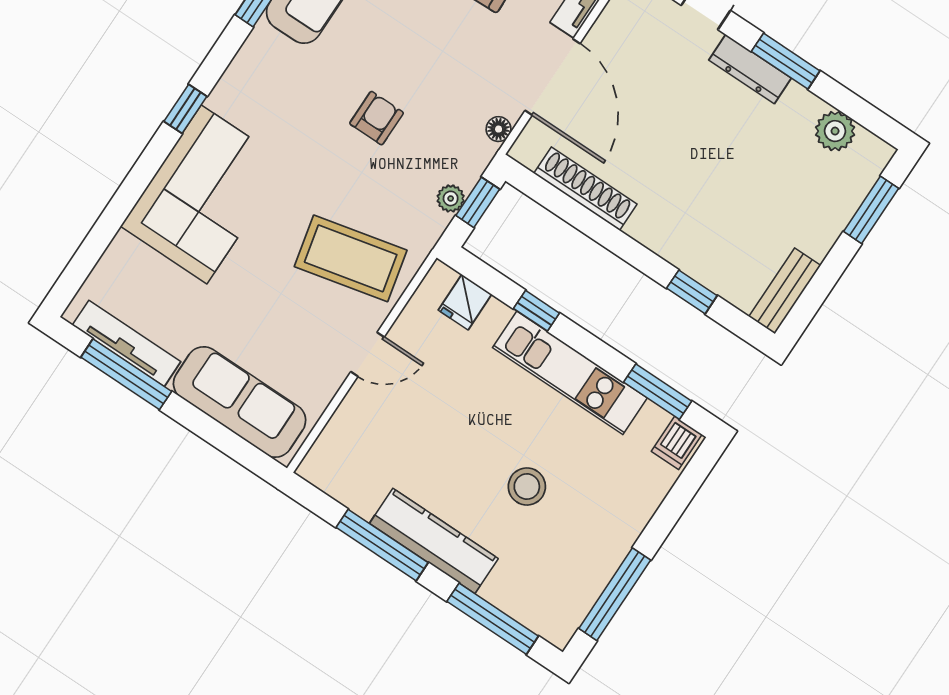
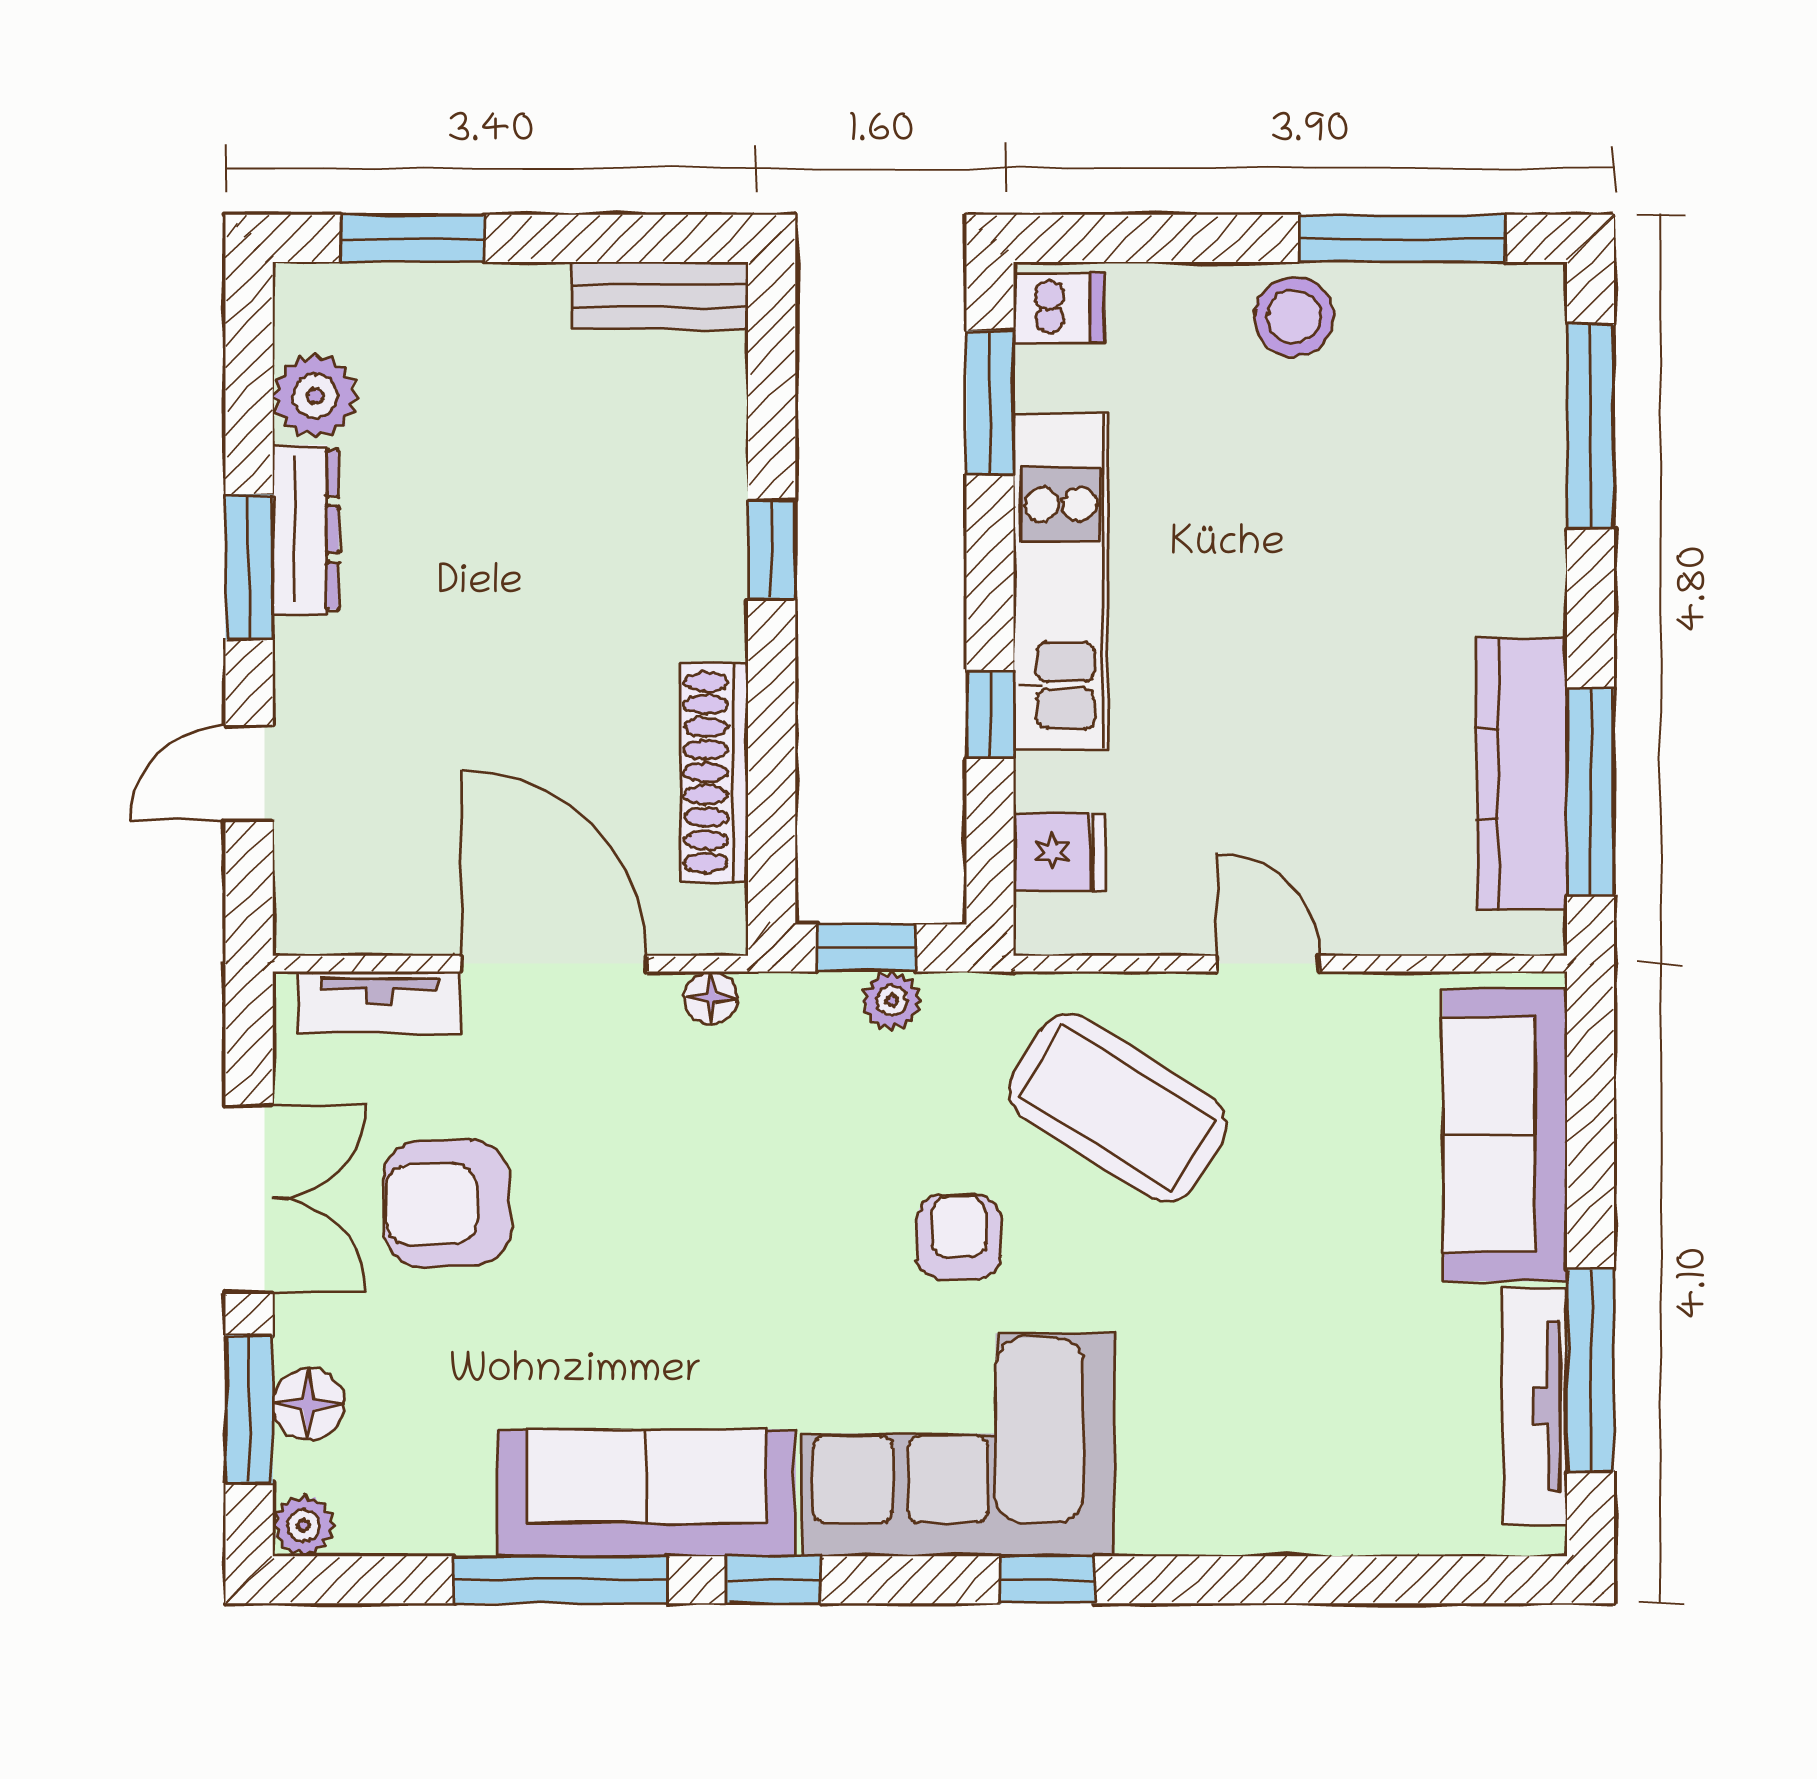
dresser: (750, 69) -> (306, 530), moved
door: (553, 77) -> (554, 964), hinge flipped
armchair: (377, 118) -> (959, 1237), moved, turned 90
corner sofa: (204, 194) -> (958, 1445), moved
coffee table: (351, 258) -> (1117, 1108), turned -45
window: (692, 292) -> (772, 550), moved
stool: (527, 487) -> (1294, 316), moved
kitchen counter: (434, 541) -> (1522, 774), moved
window: (382, 545) -> (1590, 792), moved

